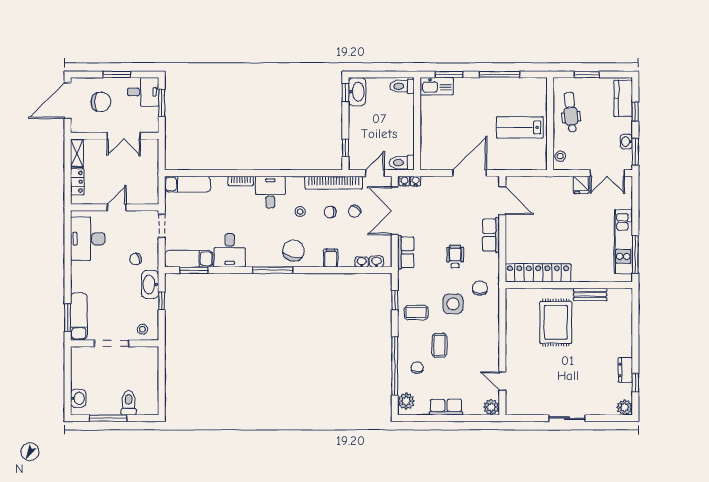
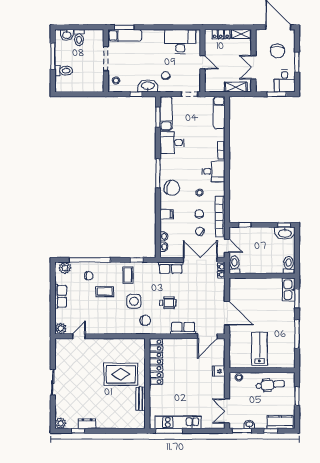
shelving: (152, 161) -> (236, 87), added
fridge: (581, 185) -> (219, 371), moved
toilet: (82, 381) -> (79, 38), added

